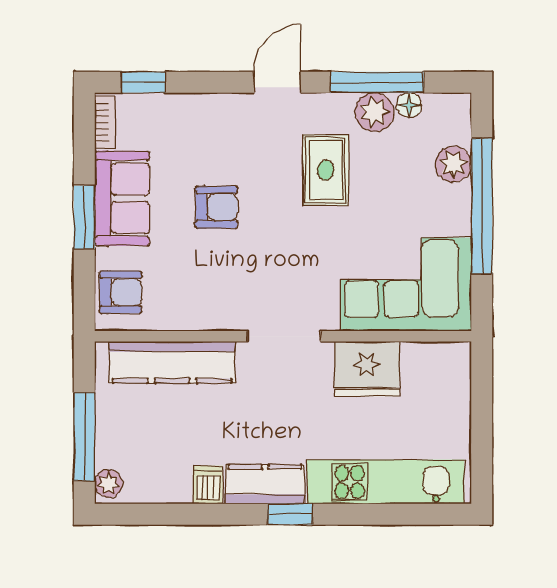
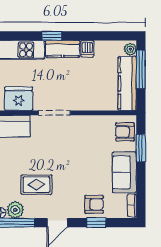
window: (143, 82) -> (97, 223), moved
rug: (326, 170) -> (36, 185), turned 90
armchair: (217, 207) -> (94, 204), moved, turned 180
window: (84, 217) -> (141, 148), moved
kitchen counter: (172, 362) -> (127, 83), moved, turned -90

